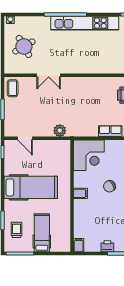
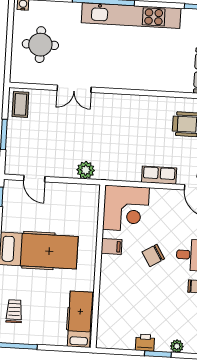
round table: (24, 46) -> (40, 45), turned 30
filing cabinet: (80, 193) -> (111, 246), moved
hospital bed: (42, 233) -> (80, 319), moved
filing cabinet: (79, 245) -> (104, 339), removed

